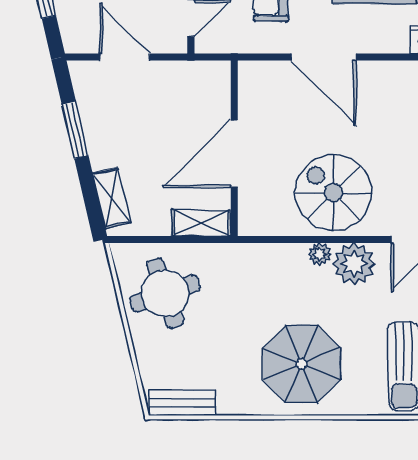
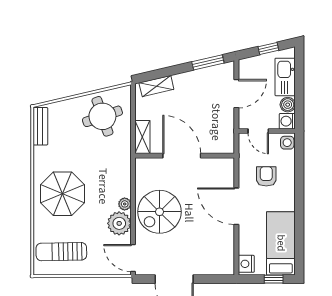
door: (324, 57) -> (236, 206), hinge flipped
window: (75, 130) -> (208, 62), moved
spiral stairs: (333, 193) -> (159, 212), turned 180

